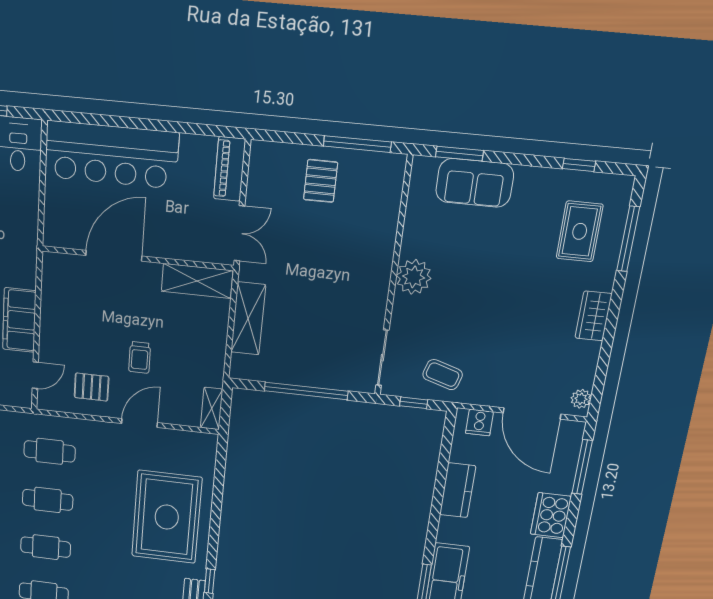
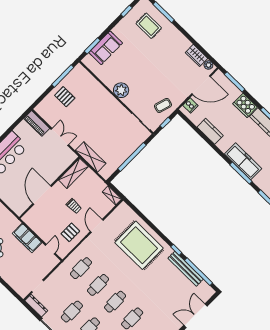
door: (114, 256) -> (42, 195), moved
wall: (137, 258) -> (49, 188), moved
shelving: (197, 281) -> (73, 173), moved
wardrobe: (593, 316) -> (196, 55), moved

